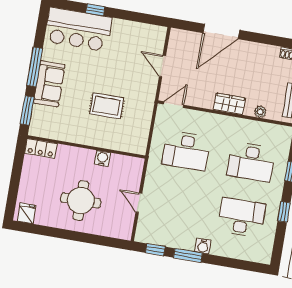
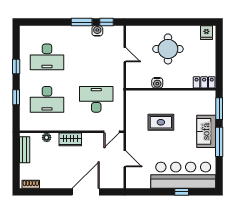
bar counter: (78, 29) -> (183, 175), width x1.36
desk: (251, 162) -> (47, 99), turned 180
water cooler: (203, 246) -> (97, 31), moved

